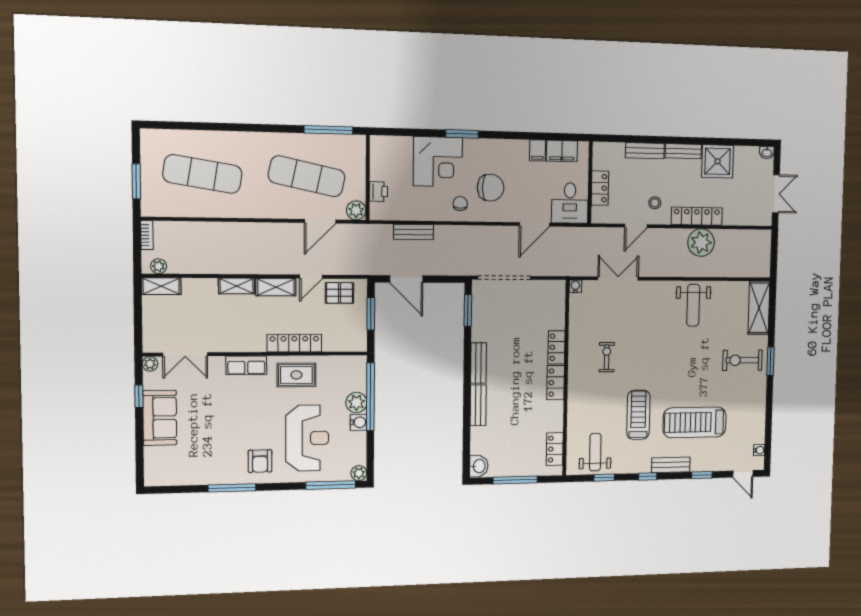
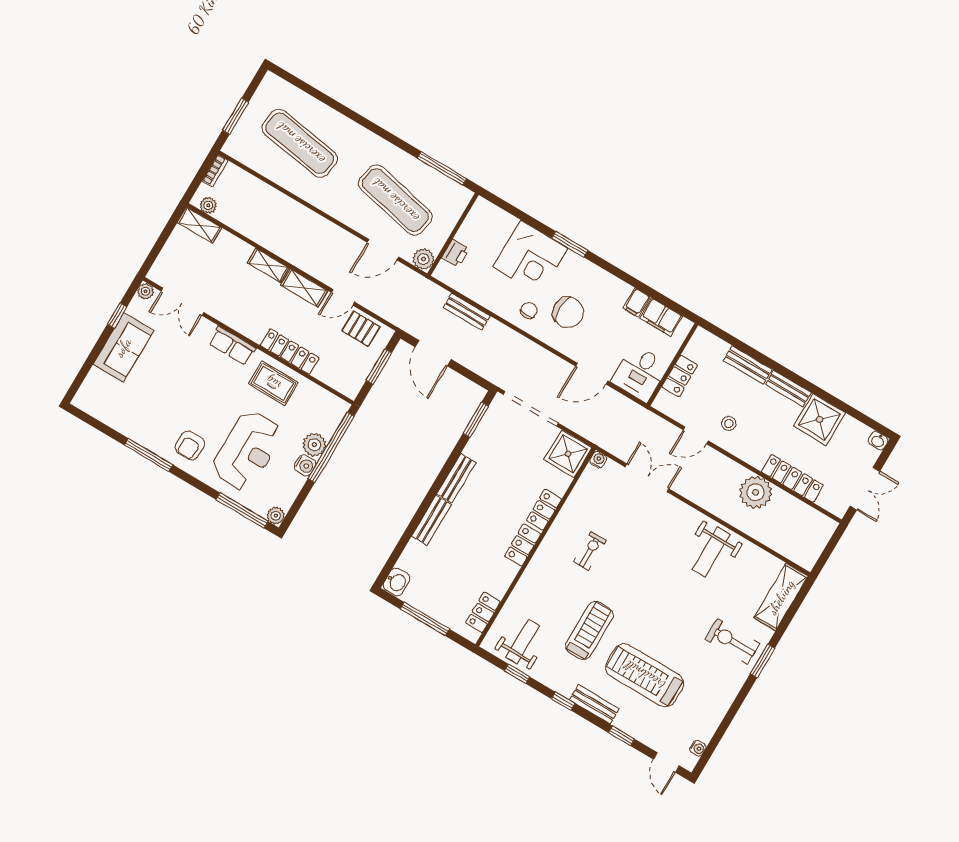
locker: (697, 216) -> (792, 478), moved
shower: (551, 295) -> (568, 454), added

